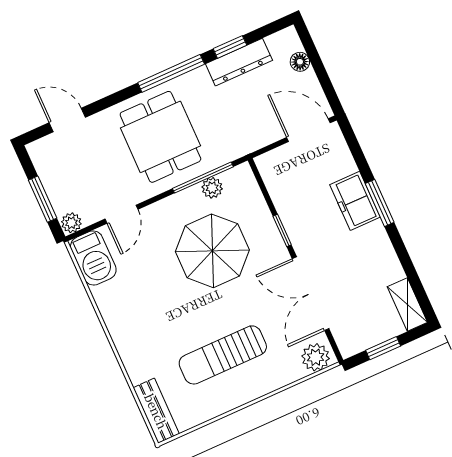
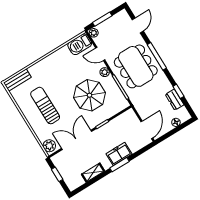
dresser: (239, 62) -> (175, 100), width x0.70
window: (171, 73) -> (157, 56), moved
dining table: (160, 137) -> (136, 66), width x1.38
plant: (212, 188) -> (105, 72), moved
shelving: (407, 304) -> (93, 173), moved

